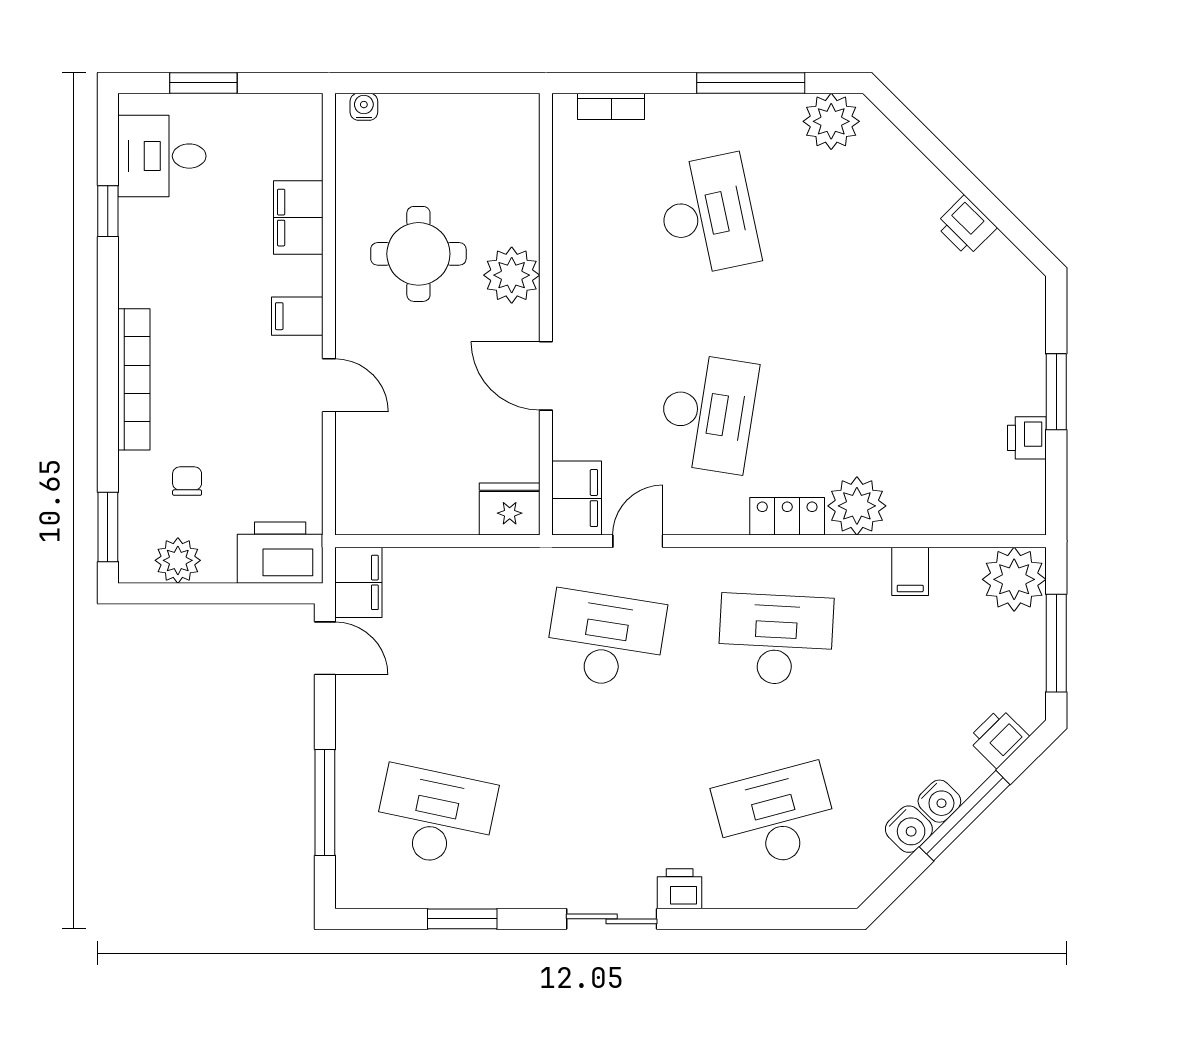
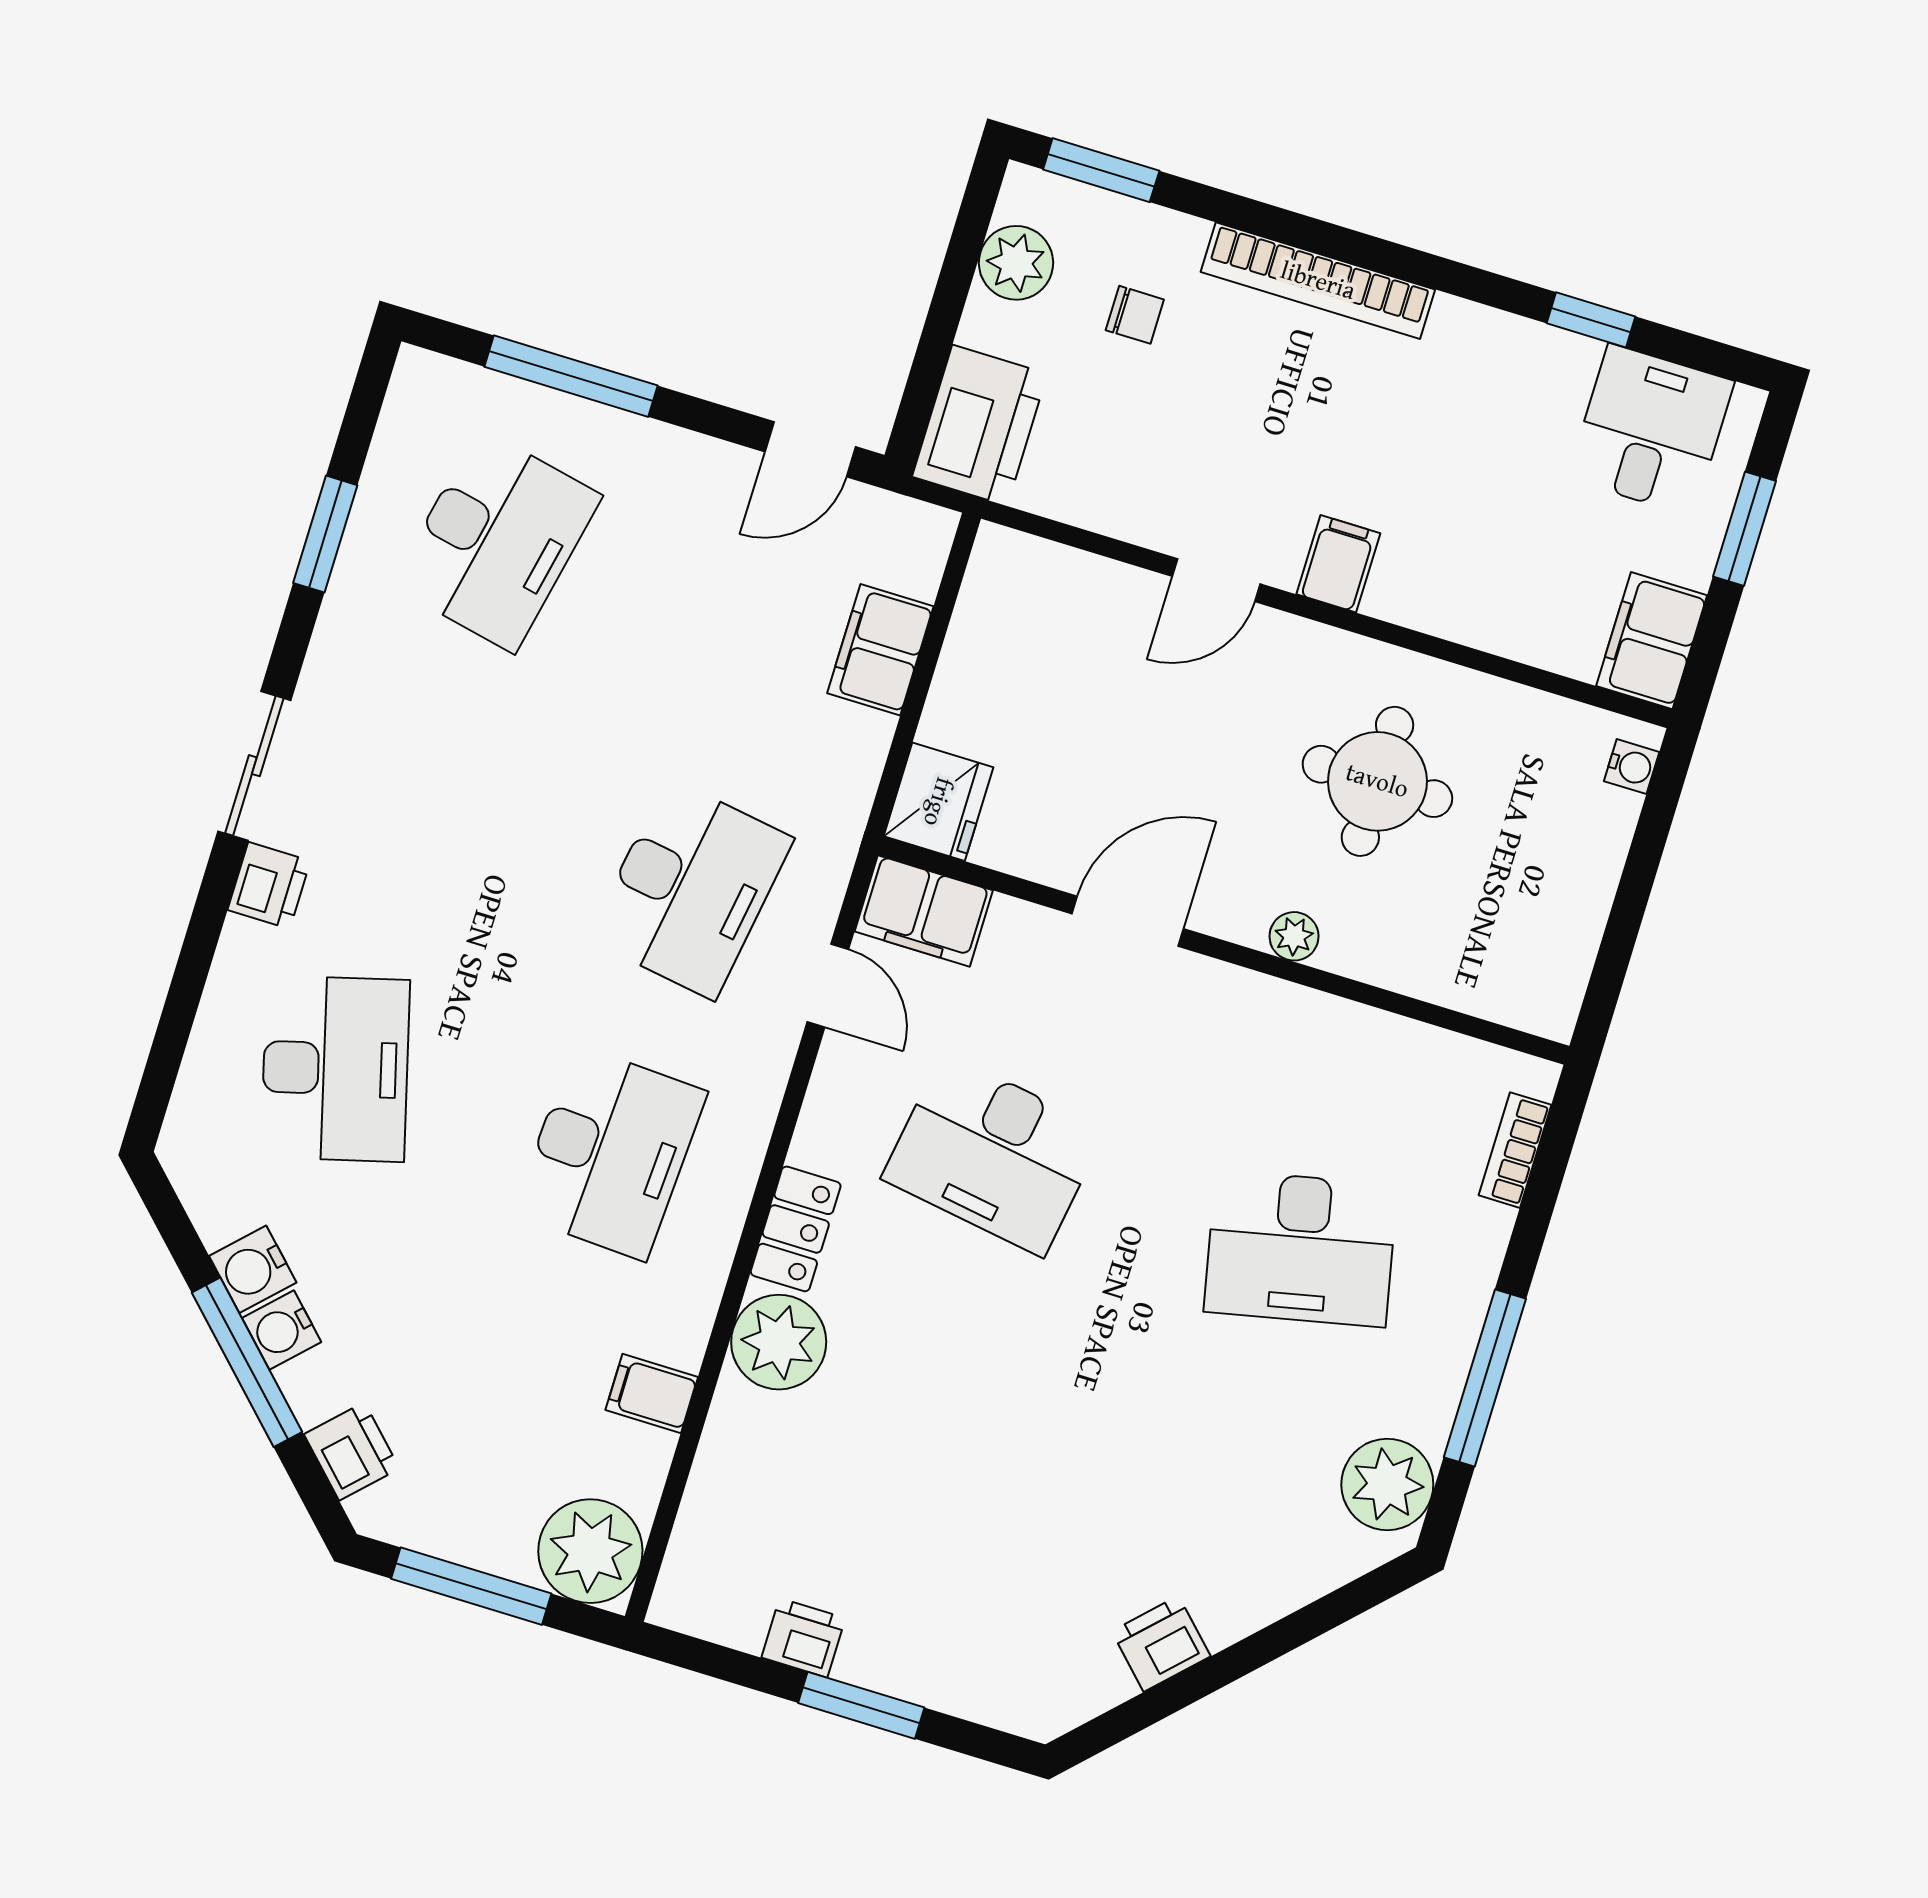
filing cabinet: (298, 218) -> (1652, 641), moved, turned -90
plant: (512, 275) -> (1294, 936), width x0.53, depth x0.53
filing cabinet: (358, 582) -> (880, 650), moved, turned 90

